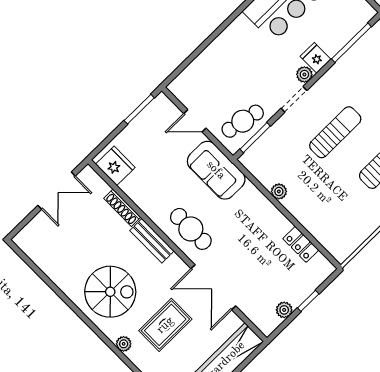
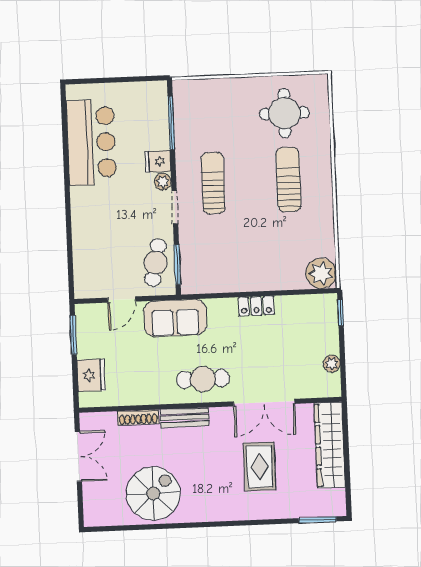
sun lounger: (335, 132) -> (213, 183), moved
fridge: (115, 166) -> (91, 375), moved, turned 90
plant: (279, 191) -> (321, 273), moved, width x1.88, depth x1.88
locker: (301, 244) -> (256, 306), moved
spiral stairs: (110, 292) -> (153, 493), moved
window: (308, 301) -> (341, 312), moved
plant: (124, 344) -> (245, 512), removed

